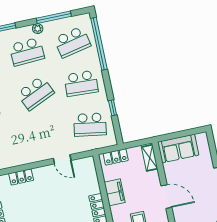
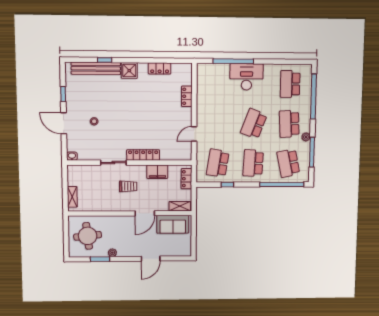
school desk: (36, 93) -> (254, 124), turned 45
sofa: (178, 148) -> (173, 224), moved, turned -90

